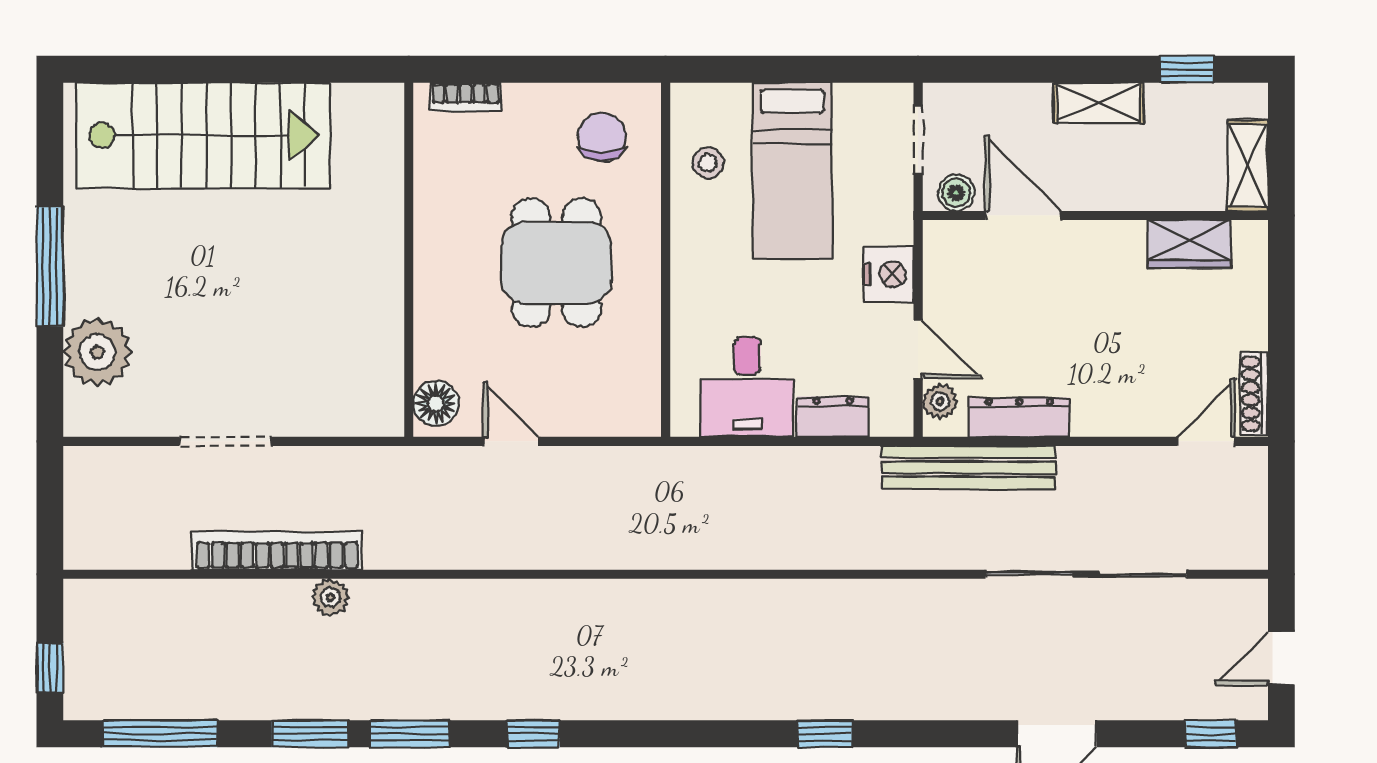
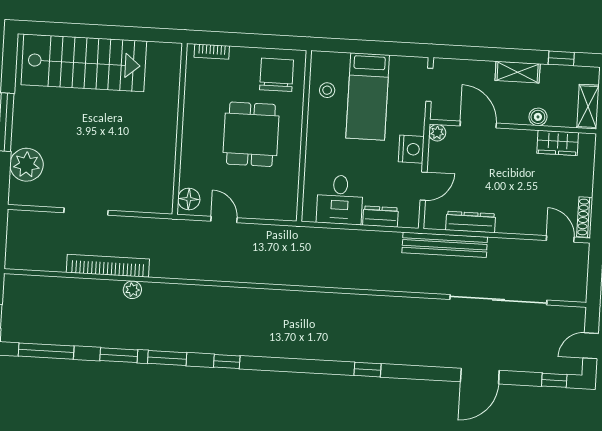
chair: (602, 137) -> (277, 75), width x1.37, depth x1.37
boiler: (956, 193) -> (538, 117), moved
door: (918, 349) -> (424, 186), hinge flipped
plant: (940, 401) -> (437, 133), moved
door: (1206, 441) -> (560, 239), hinge flipped

